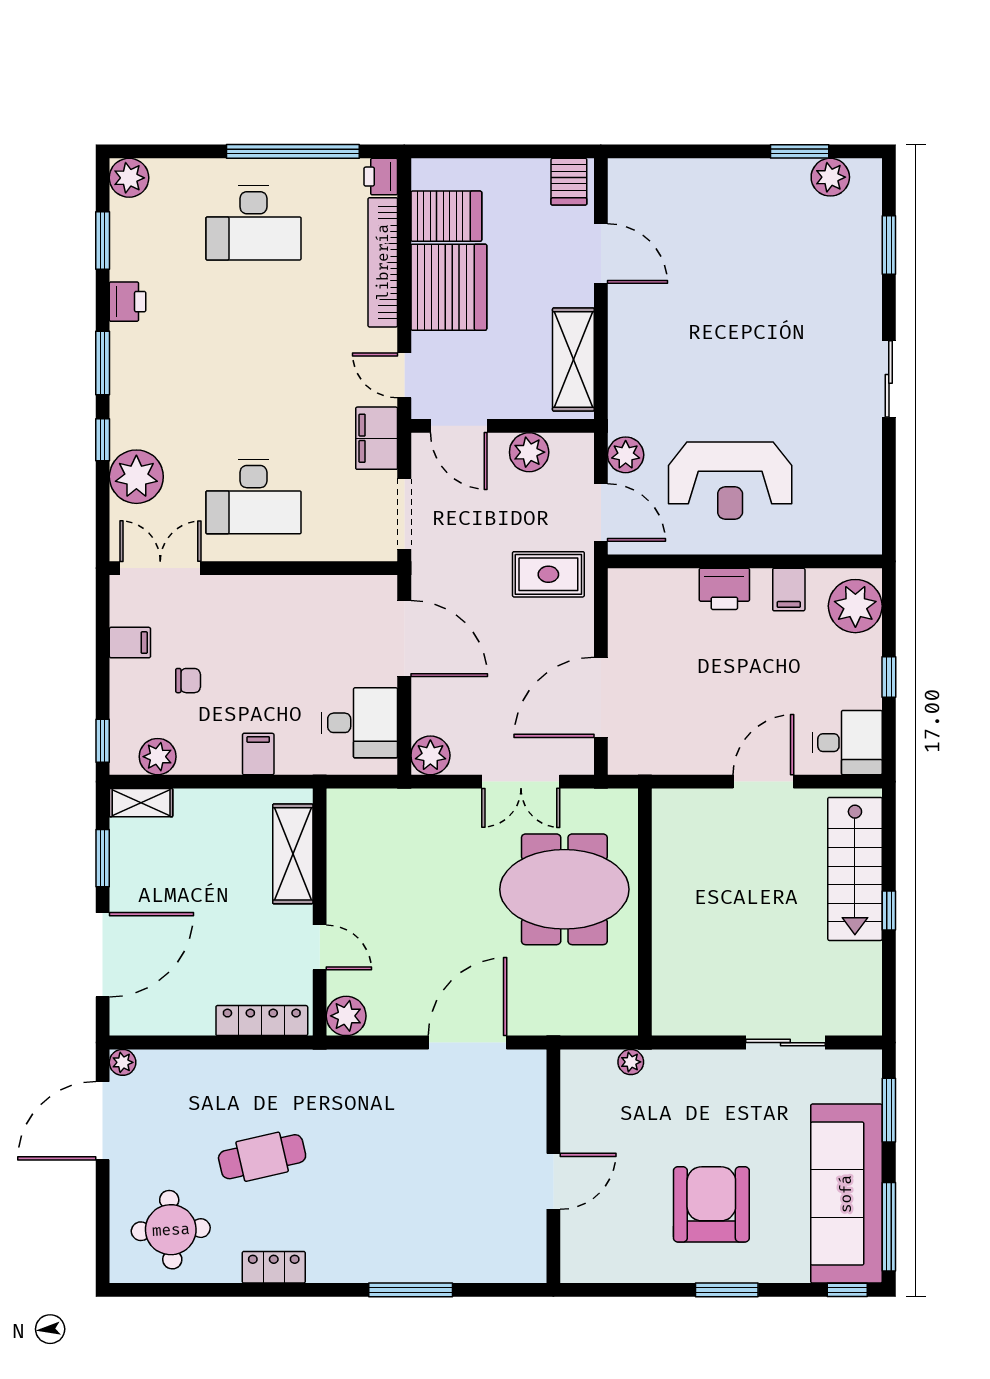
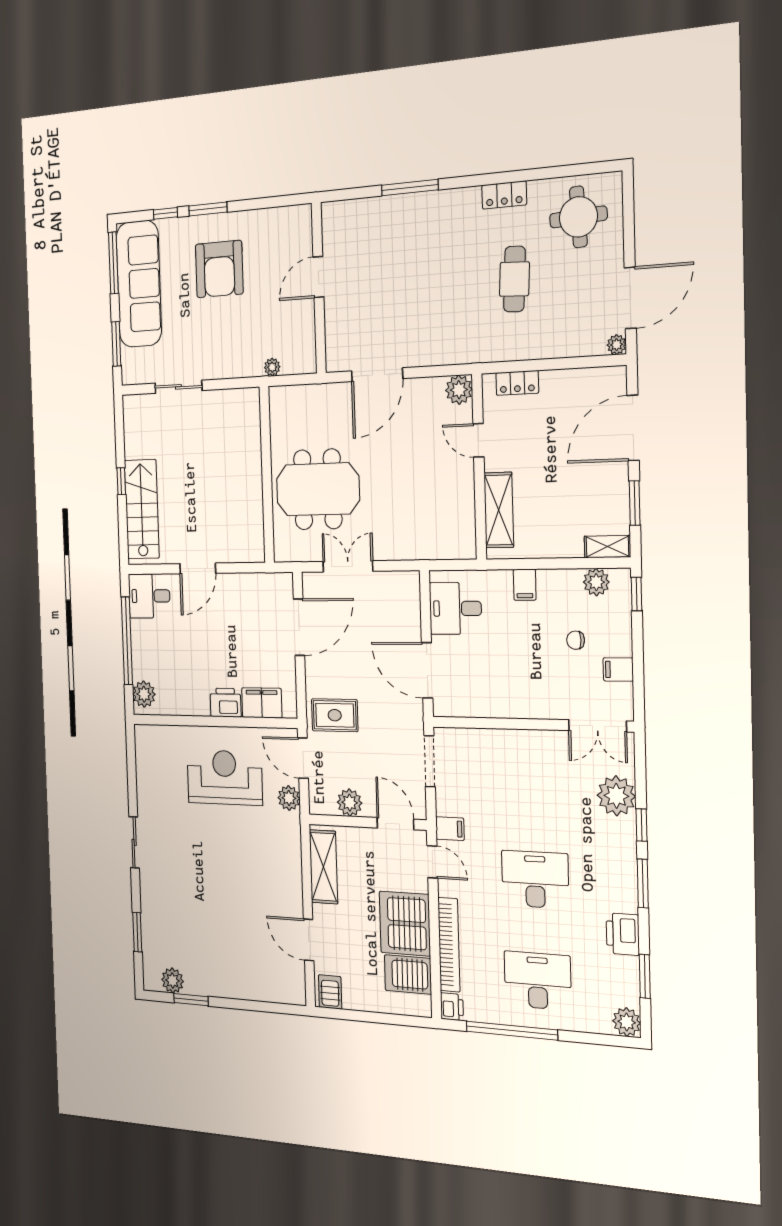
printer: (128, 302) -> (623, 934), width x1.36, depth x1.24
filing cabinet: (377, 438) -> (450, 829), width x0.50
desk: (253, 497) -> (535, 879), moved
filing cabinet: (789, 590) -> (262, 703), moved, width x2.00
plant: (855, 606) -> (144, 694), width x0.73, depth x0.73
window: (889, 677) -> (127, 641), width x3.17
plant: (430, 755) -> (407, 585), removed
locker: (262, 1021) -> (517, 383), width x0.66
cafe table: (262, 1157) -> (514, 279), turned -74
window: (847, 1290) -> (165, 213), moved

